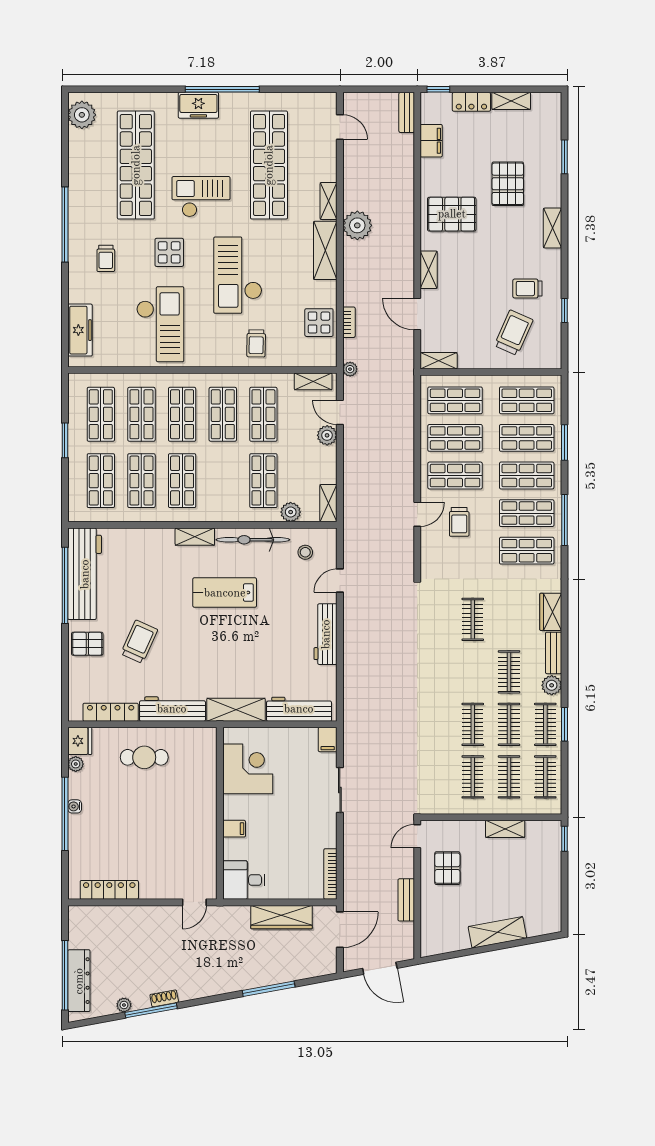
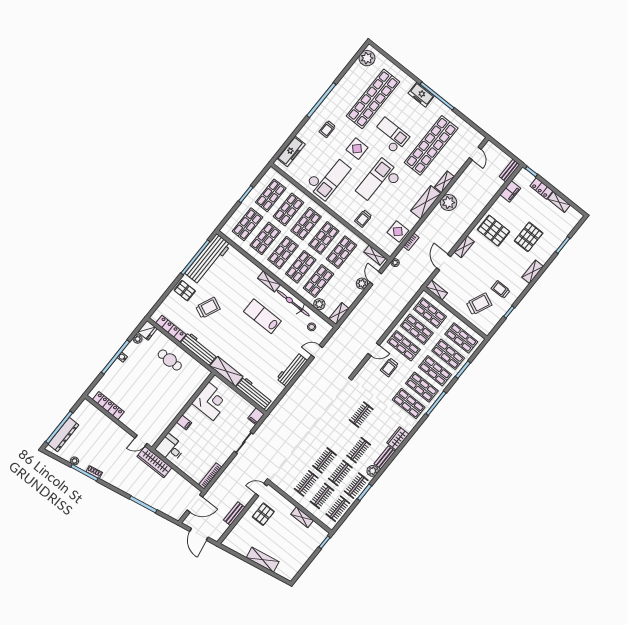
shop shelf: (223, 481) -> (301, 267), added
wardrobe: (282, 917) -> (154, 462), moved

